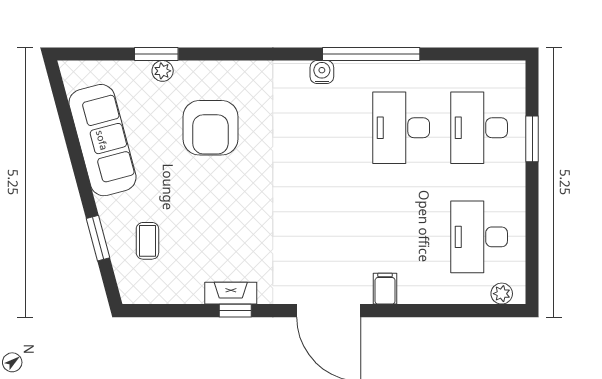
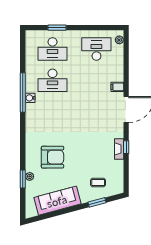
water cooler: (322, 72) -> (30, 98), moved
desk: (479, 237) -> (96, 49), turned 180

